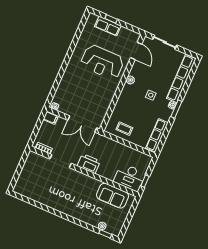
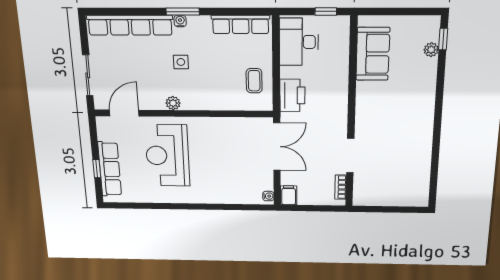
row of seats: (108, 26) -> (110, 169), width x1.48
reception desk: (102, 62) -> (167, 156), turned 180
printer: (89, 164) -> (292, 95), moved, turned 180
desk: (130, 177) -> (299, 42), moved, turned 180

